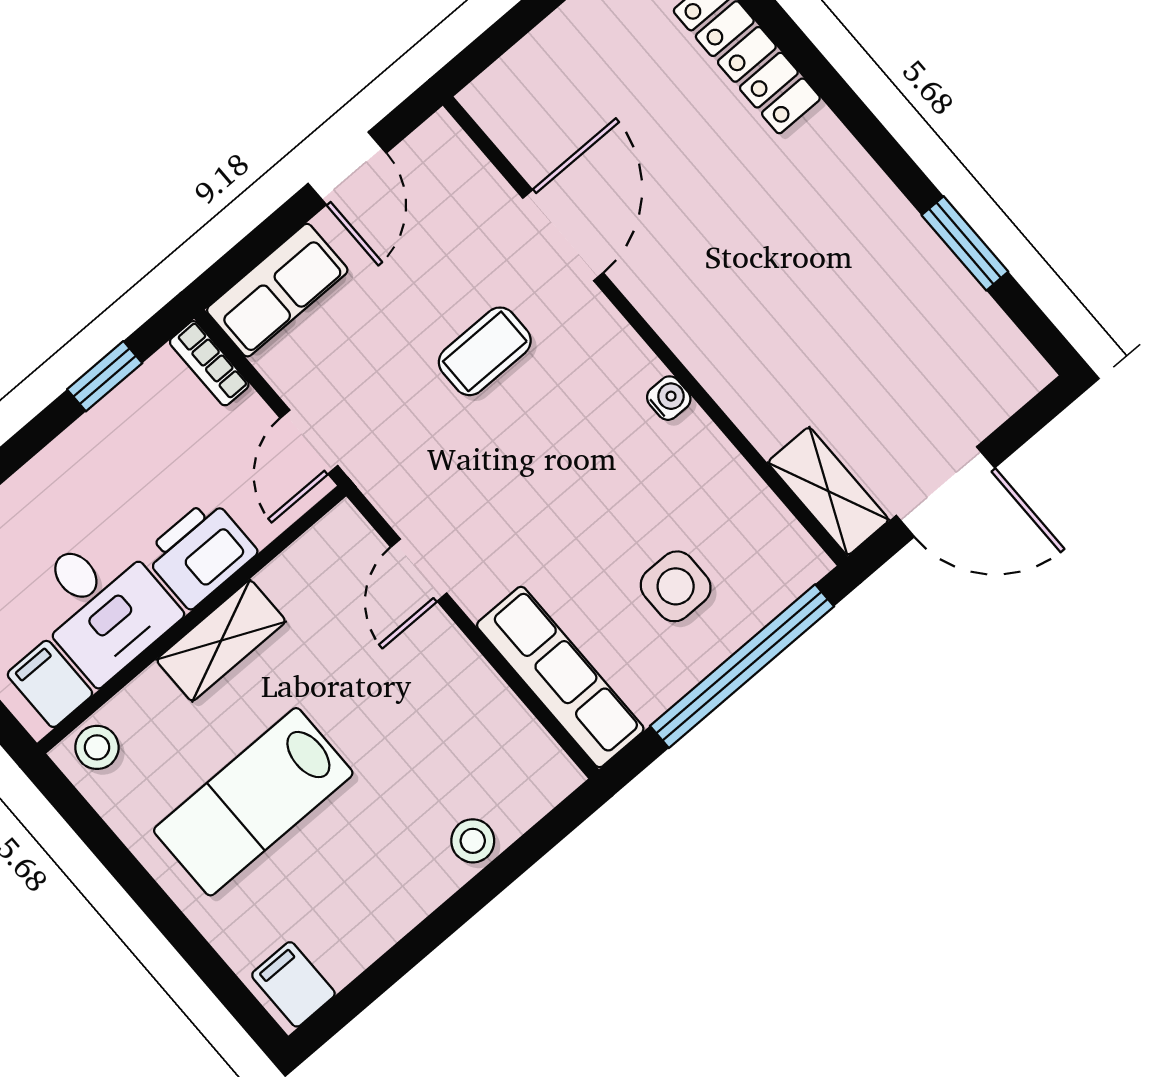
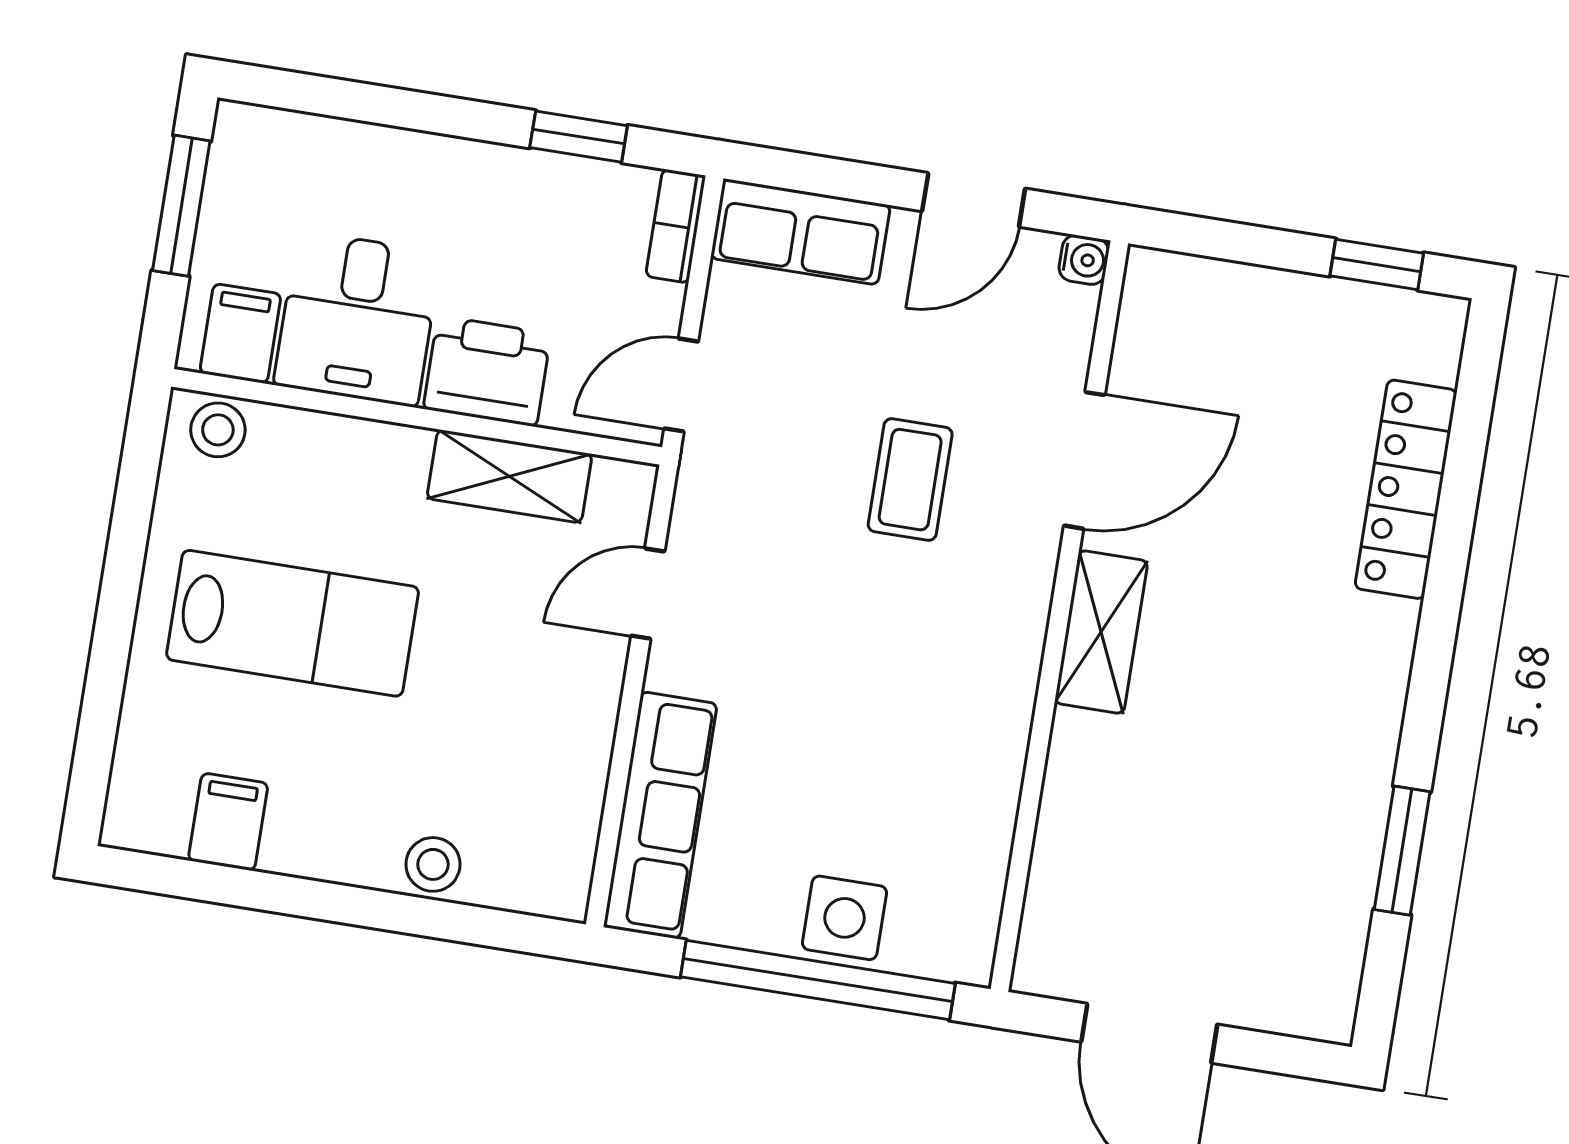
coffee table: (485, 351) -> (910, 480), turned 90
water cooler: (669, 398) -> (1084, 260), moved
shelving: (828, 491) -> (1101, 632), moved
side table: (676, 586) -> (844, 918), moved
shelving: (221, 641) -> (509, 476), moved
lab bench: (253, 802) -> (293, 623), turned 180
filing cabinet: (293, 984) -> (228, 822), moved

